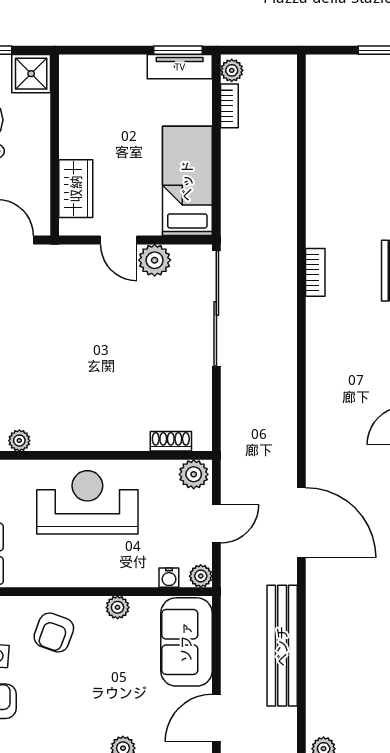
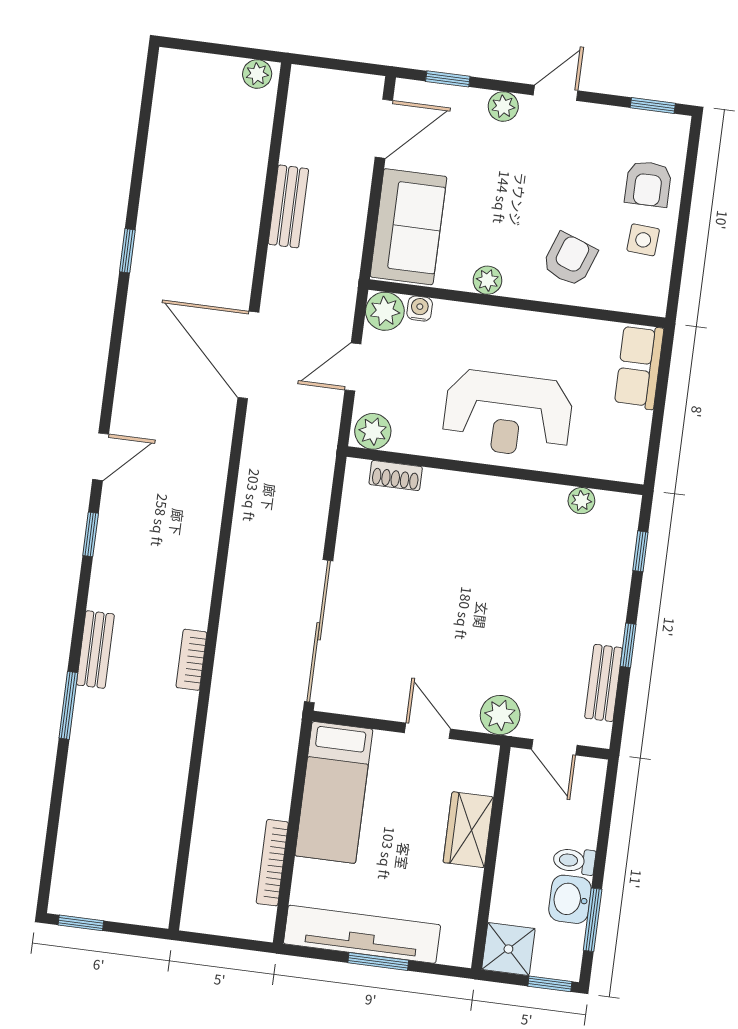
window: (178, 50) -> (378, 962), moved
tv unit: (180, 67) -> (362, 934), width x1.92, depth x1.29
plant: (232, 70) -> (262, 921), removed
bookcase: (229, 106) -> (272, 863), width x1.56
wardrobe: (76, 189) -> (468, 830), moved
plant: (155, 260) -> (500, 715), moved
plant: (201, 576) -> (385, 311), width x1.38, depth x1.38
bench: (282, 646) -> (288, 206), width x0.54, depth x0.82

